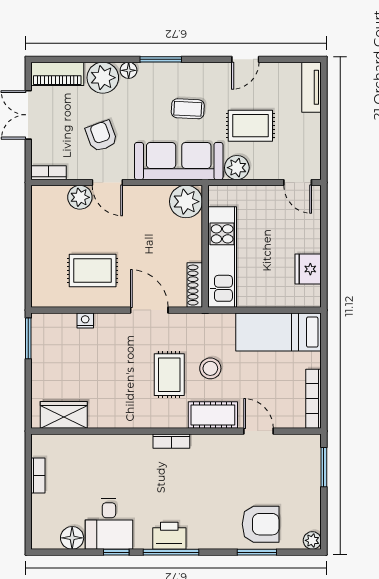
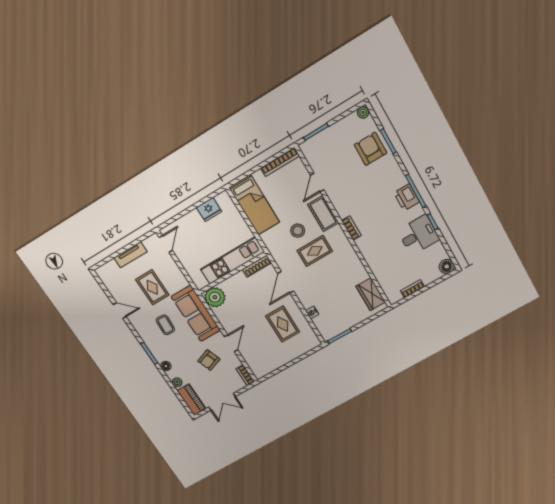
plant: (103, 78) -> (177, 382), width x0.53, depth x0.53
tv unit: (312, 87) -> (131, 255), moved
plant: (237, 168) -> (179, 281), removed
plant: (80, 197) -> (248, 353), removed
floor lamp: (72, 538) -> (447, 266), moved

